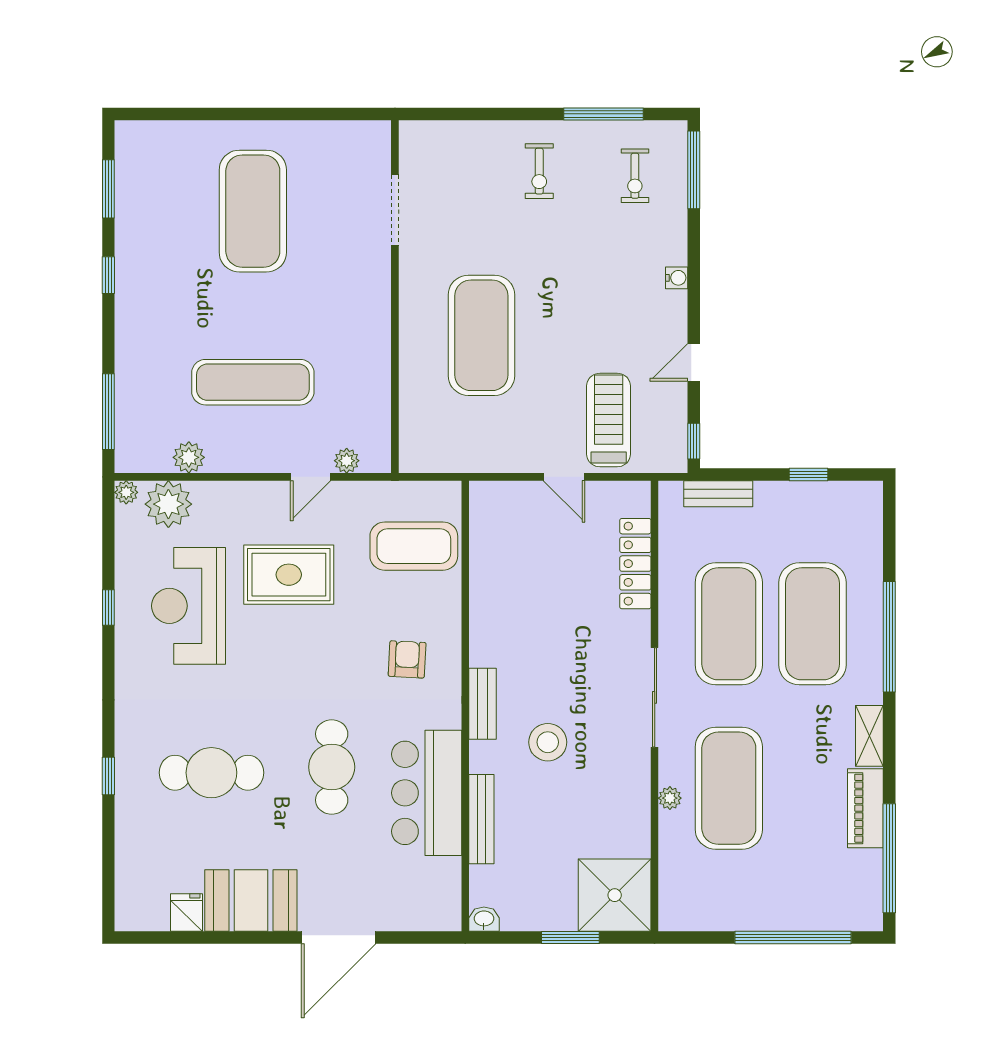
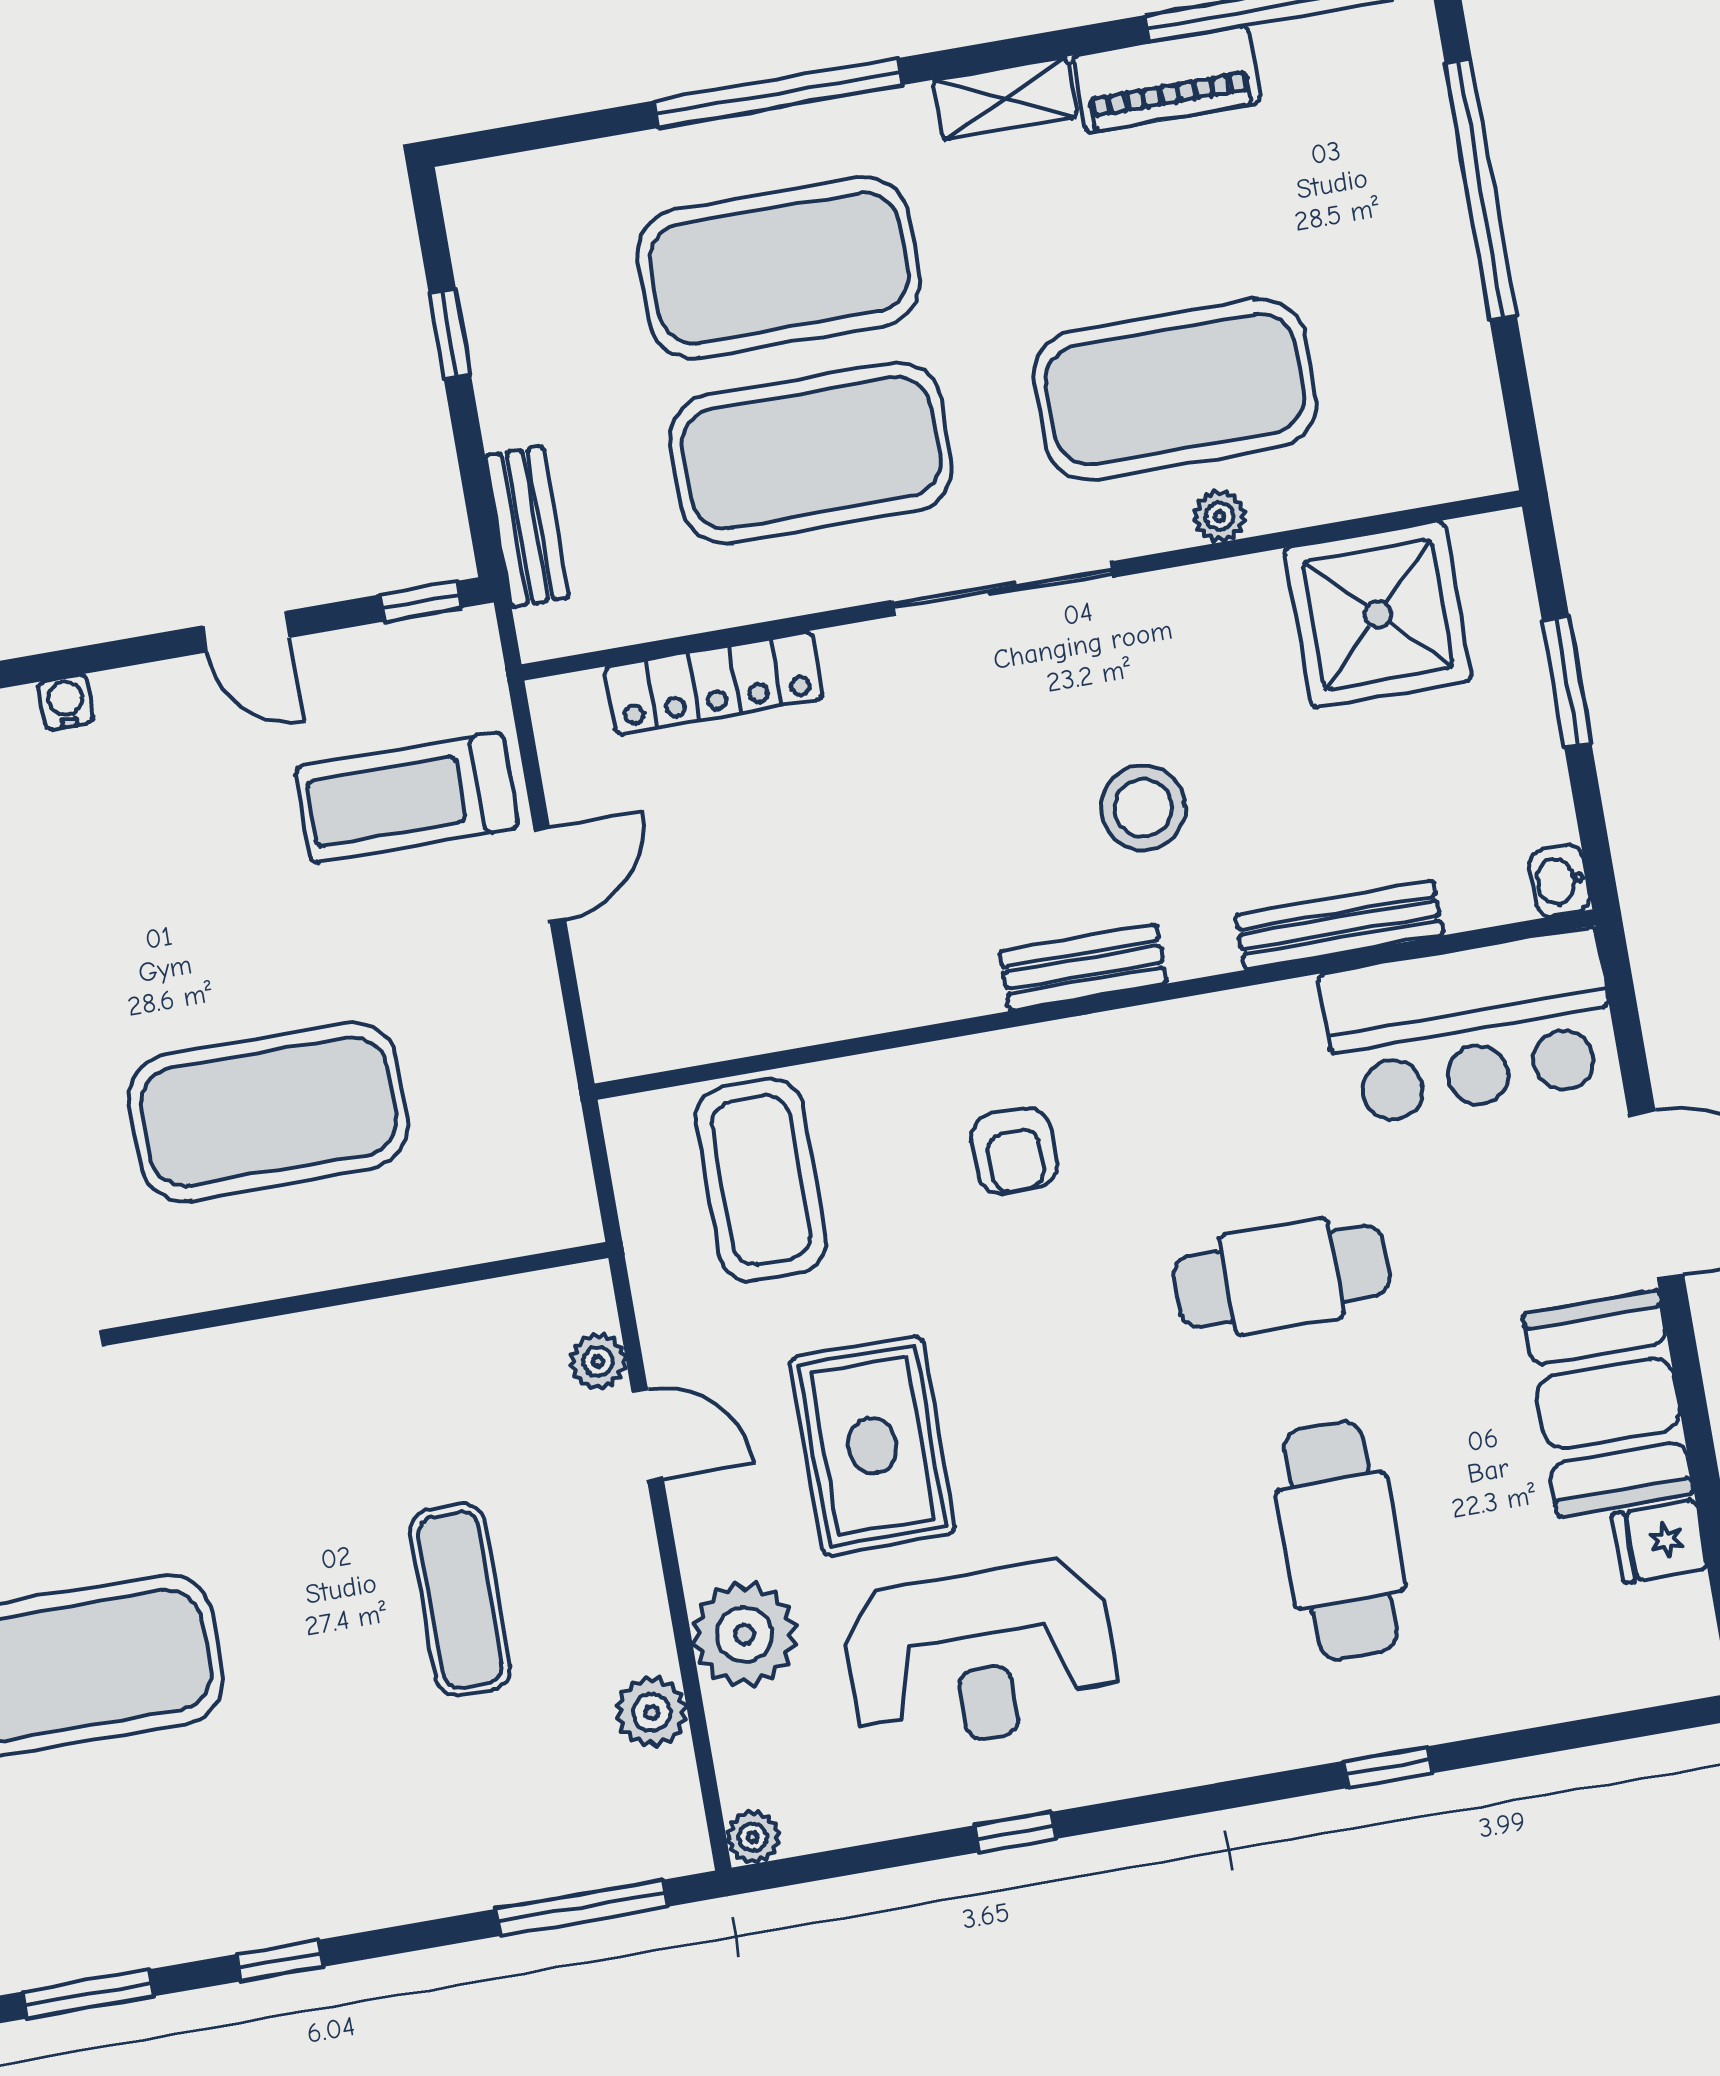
exercise mat: (253, 382) -> (460, 1599), width x0.73, depth x0.69
plant: (168, 504) -> (744, 1634), moved
armchair: (407, 659) -> (1014, 1151), turned -93
bar counter: (427, 793) -> (1470, 1027), moved
shower: (615, 895) -> (1378, 614), moved

